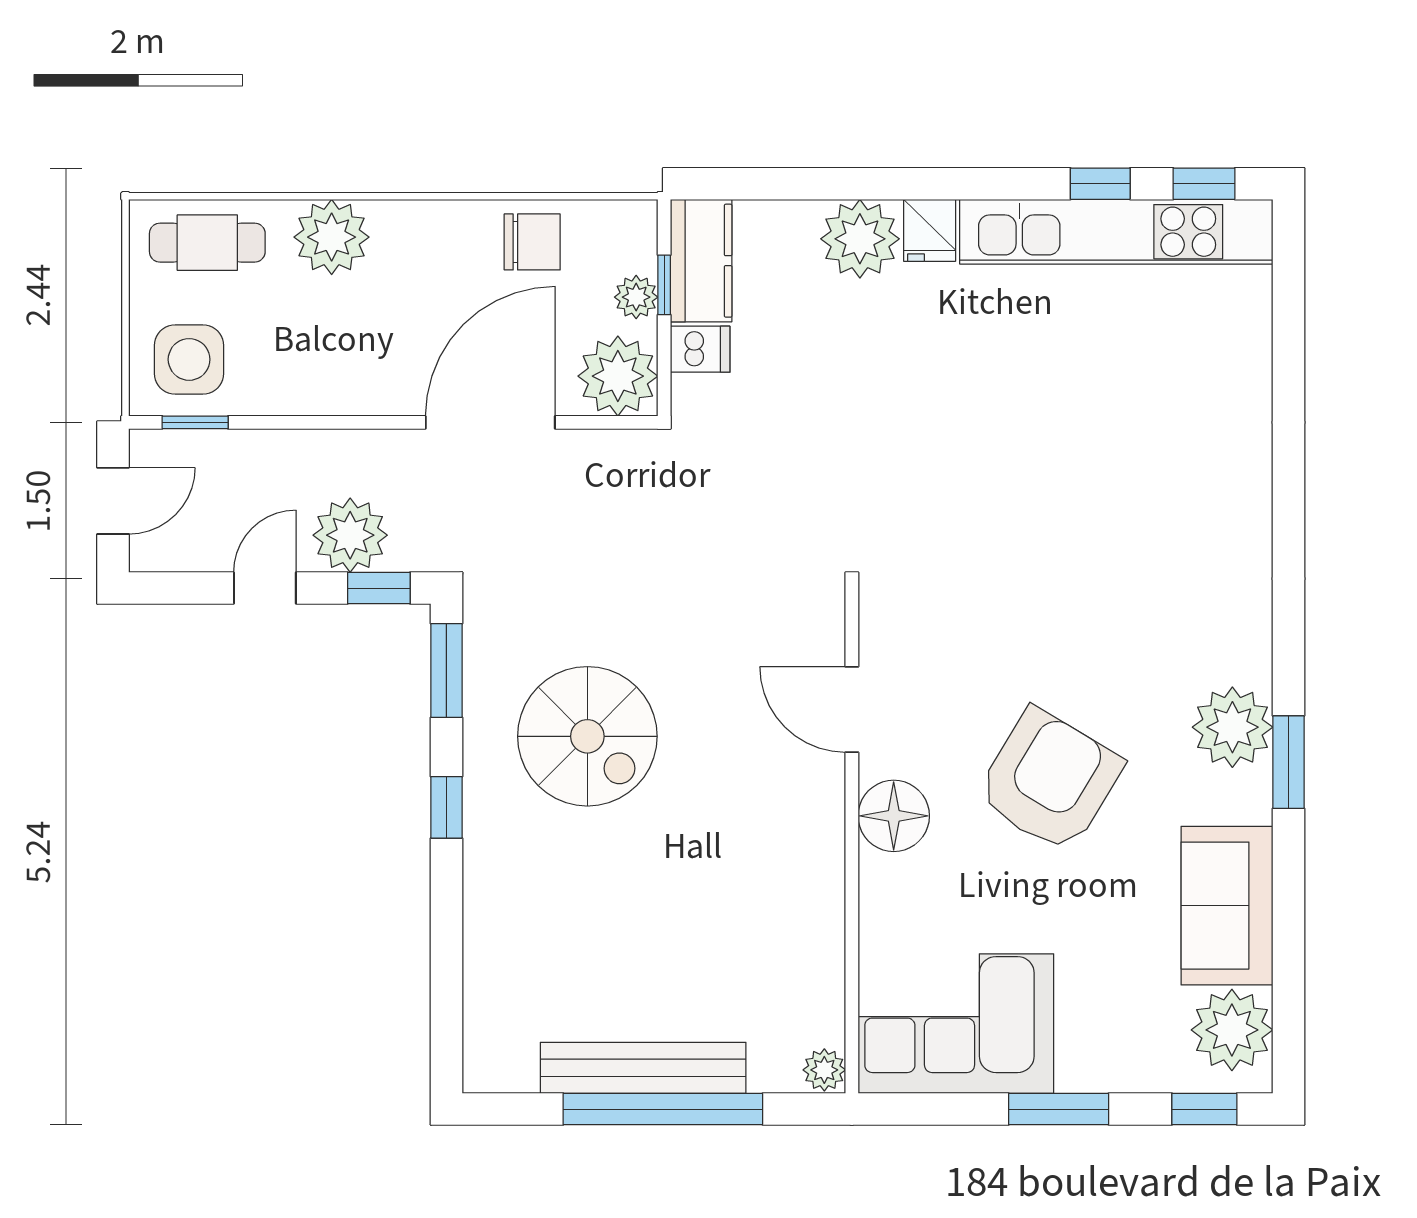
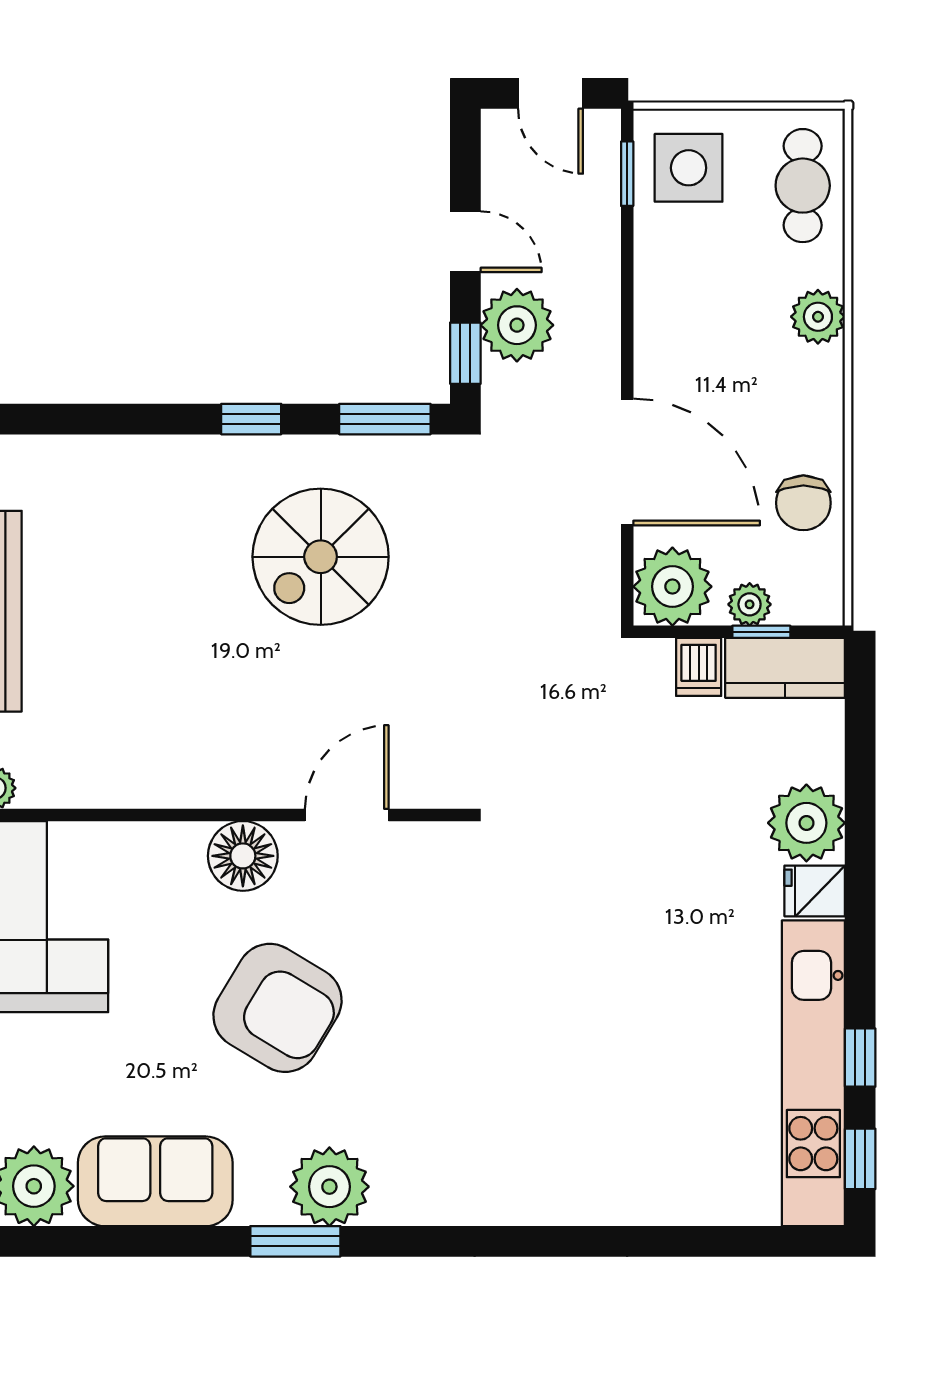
plant: (332, 237) -> (818, 317), width x0.73, depth x0.73

